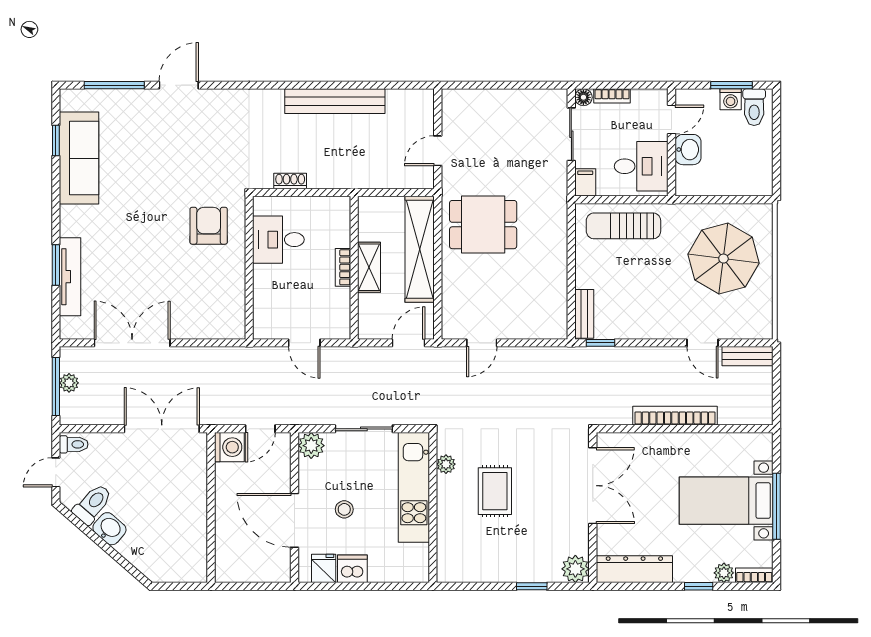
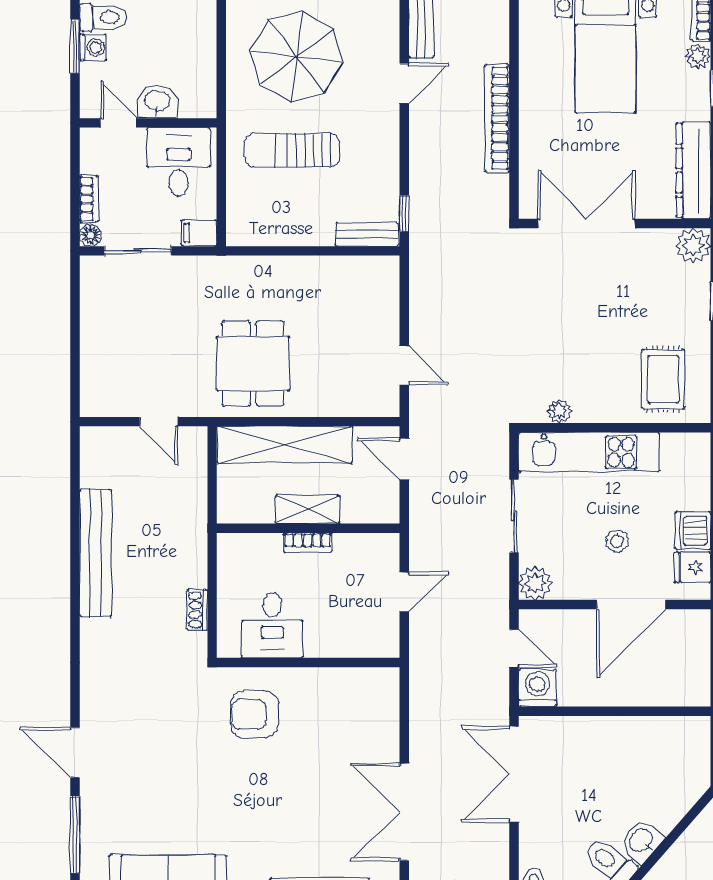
sun lounger: (623, 226) -> (292, 150), moved, turned 90
rug: (495, 491) -> (663, 379), moved, turned 90

